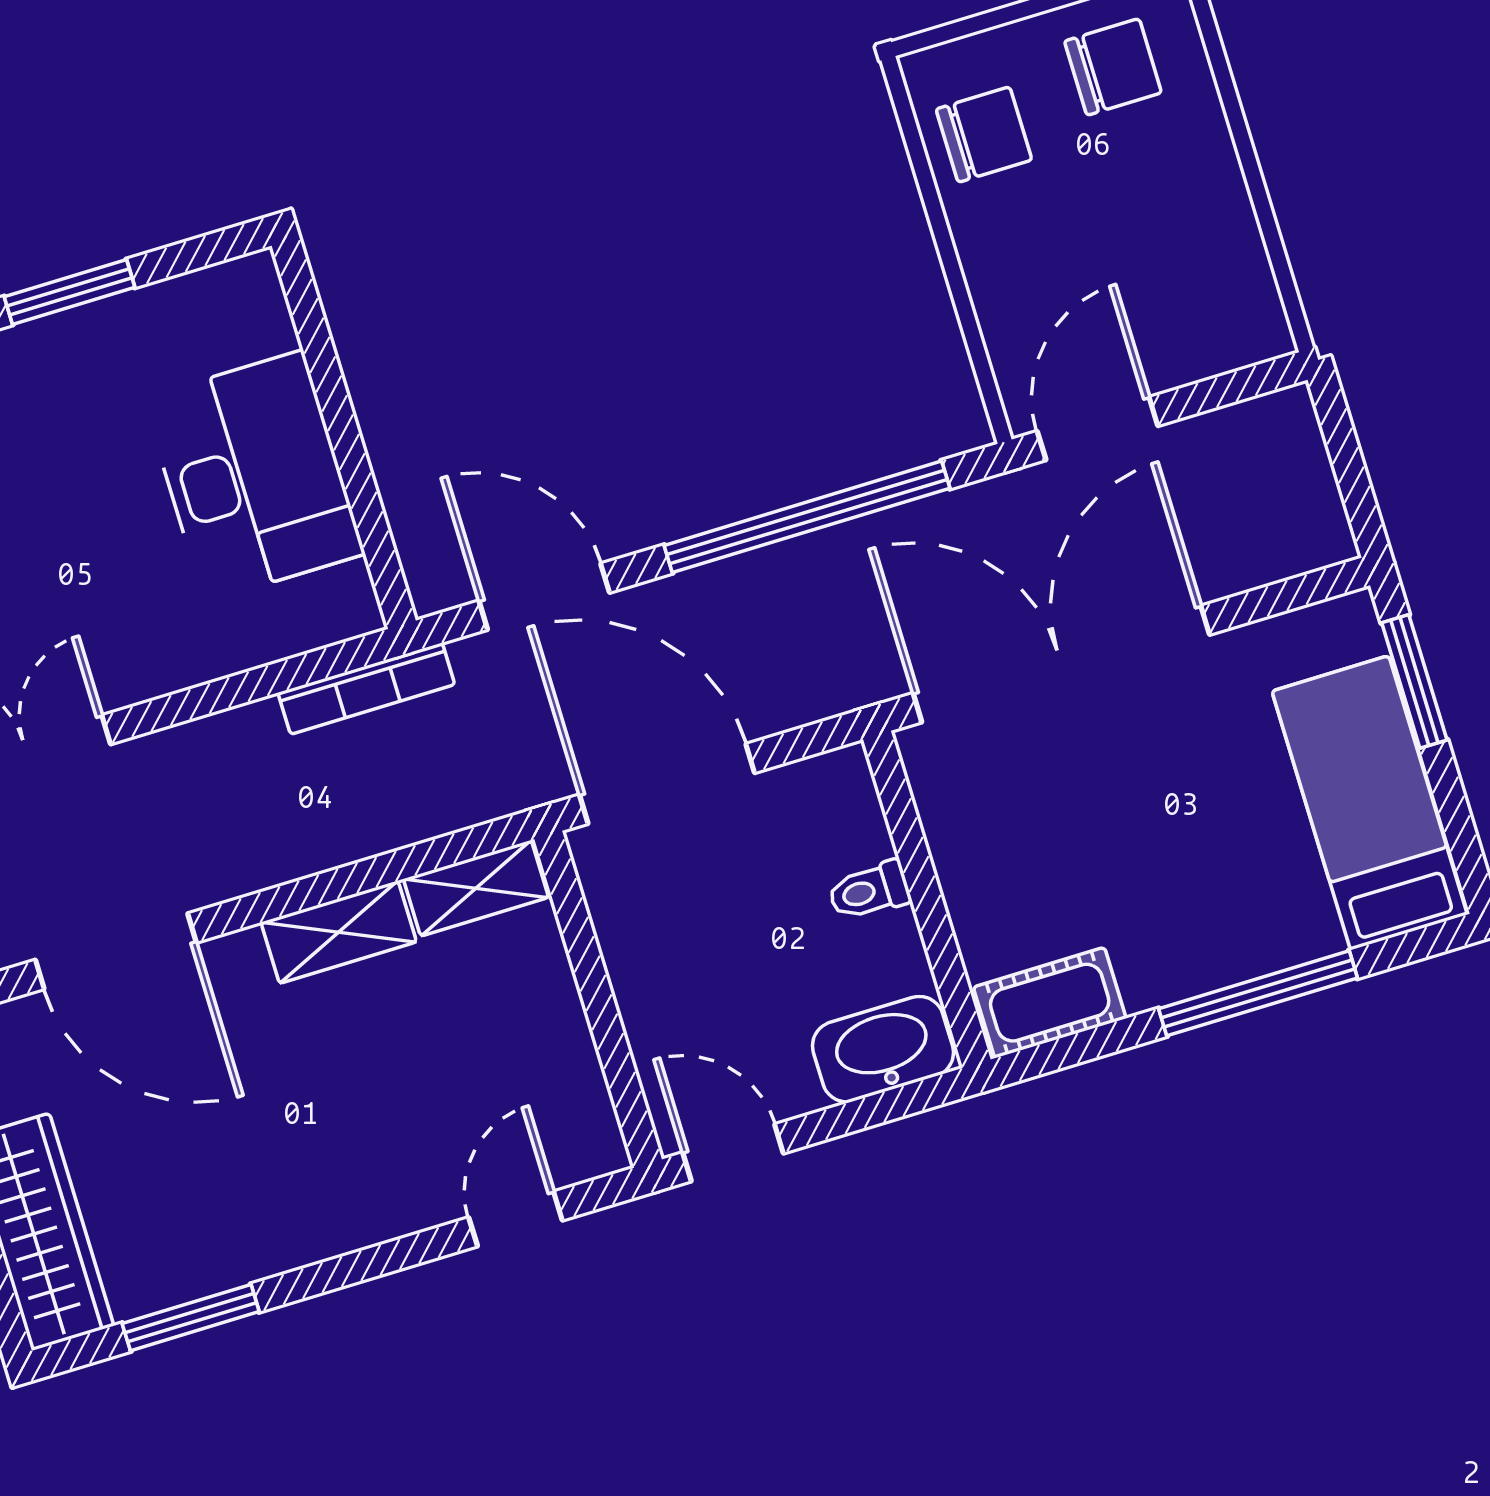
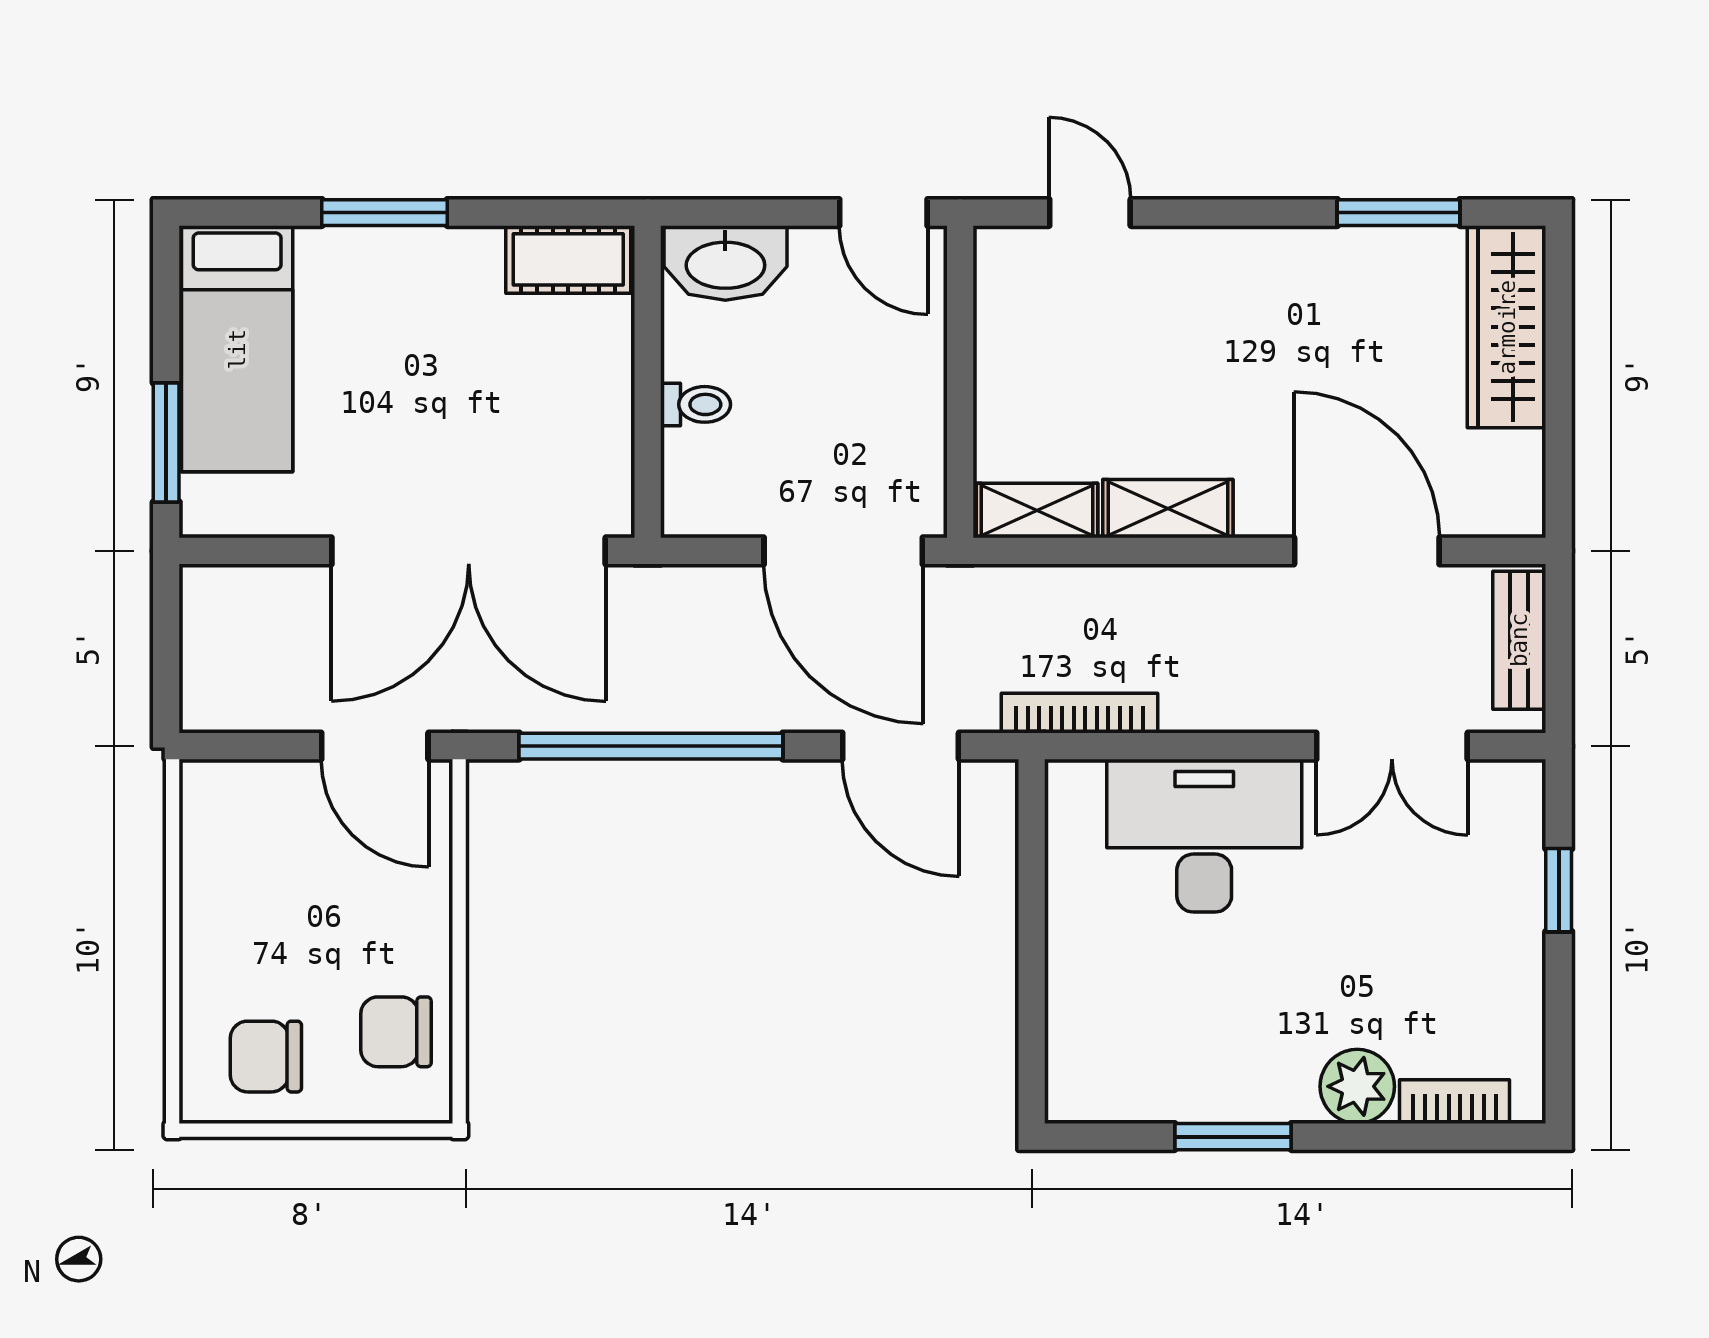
door: (1098, 429) -> (375, 746), hinge flipped
desk: (254, 476) -> (1204, 836), moved, turned 90
window: (1258, 993) -> (385, 213), width x0.69
door: (516, 1219) -> (1090, 213), swing flipped

